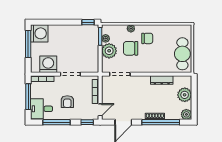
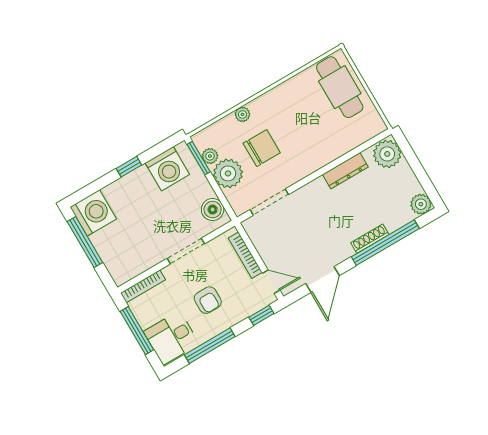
window: (88, 22) -> (129, 167), moved
chair: (147, 38) -> (280, 115), removed
chair: (131, 48) -> (262, 148), turned 180
cafe table: (182, 54) -> (340, 87), moved
boiler: (93, 63) -> (213, 210), added
washing machine: (48, 64) -> (167, 169), moved, turned 180
plant: (185, 95) -> (387, 154), moved
door: (100, 110) -> (271, 282), hinge flipped

